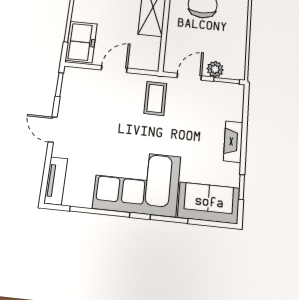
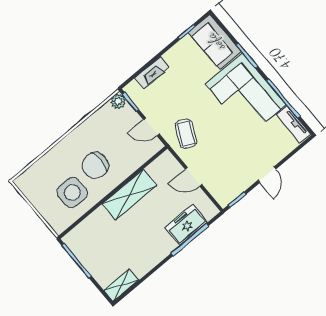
freezer: (81, 42) -> (186, 225), moved
plant: (215, 69) -> (118, 101), moved
coffee table: (155, 98) -> (186, 134), turned -64
fireplace: (233, 142) -> (152, 73), moved
tv unit: (56, 181) -> (293, 125), moved, turned -90

